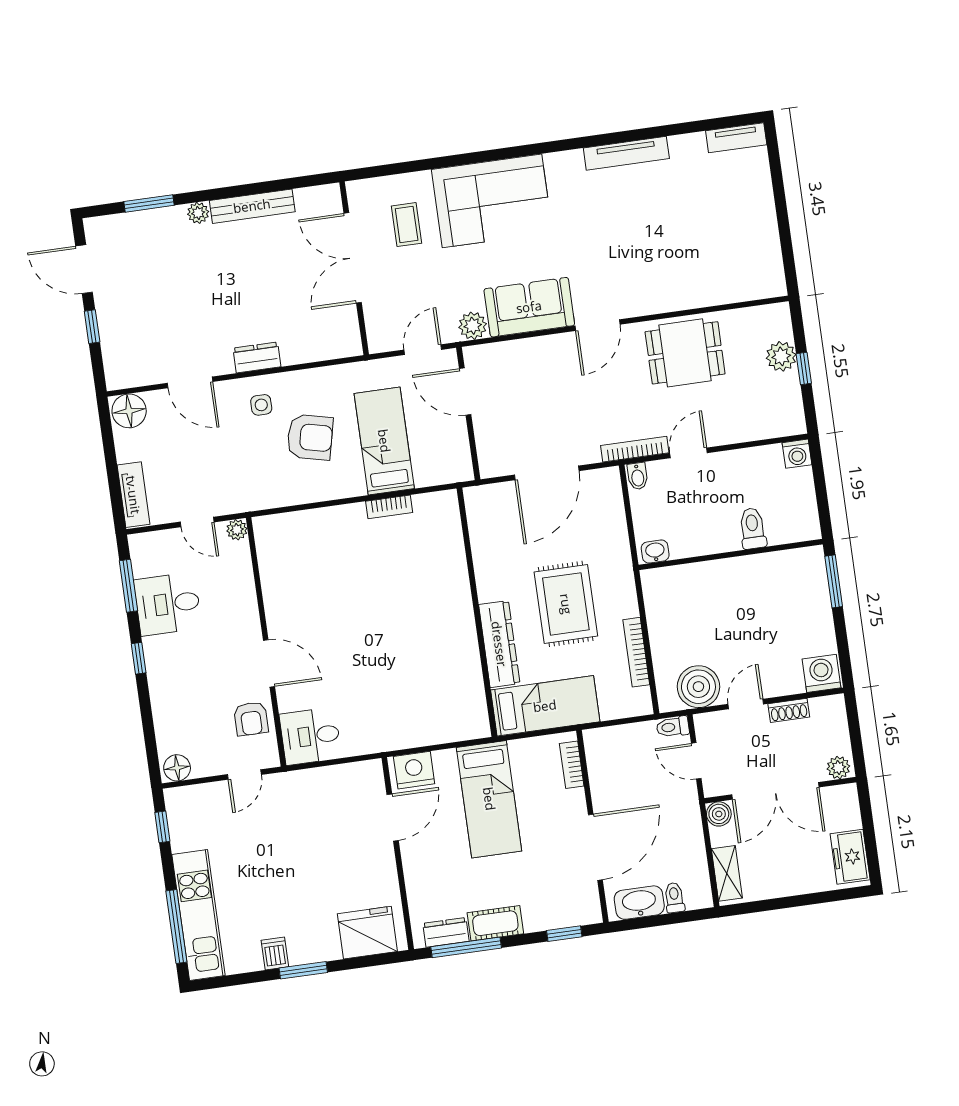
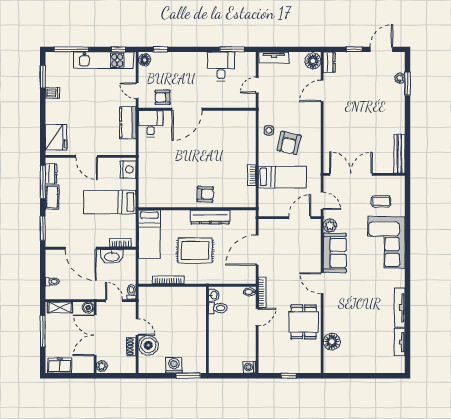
tv unit: (736, 138) -> (400, 342), moved
bench: (252, 206) -> (400, 154), moved
plant: (198, 213) -> (400, 78), moved
double door: (353, 258) -> (351, 174), moved
floor lamp: (719, 287) -> (332, 342), added
plant: (781, 356) -> (296, 366), removed
dresser: (257, 357) -> (329, 62), moved
side table: (261, 405) -> (269, 130), moved
door: (689, 453) -> (257, 317), hinge flipped
door: (547, 473) -> (257, 250), hinge flipped
toilet: (753, 528) -> (218, 308), moved
plant: (237, 530) -> (251, 103), removed
armchair: (444, 599) -> (205, 194), added
dresser: (499, 644) -> (210, 217), moved
window: (139, 658) -> (160, 49), moved
door: (269, 663) -> (187, 109), width x1.36
washing machine: (821, 673) -> (174, 365), moved, turned -90
boiler: (698, 687) -> (148, 345), moved
door: (696, 761) -> (114, 301), hinge flipped
kitchen counter: (315, 785) -> (128, 123), added
door: (393, 817) -> (86, 156), moved
washbasin: (639, 903) -> (112, 256), moved, turned 90
window: (783, 903) -> (43, 331), added
kitchen unit: (198, 915) -> (103, 60), moved
window: (564, 934) -> (43, 228), width x1.50
window: (303, 970) -> (43, 77), moved

